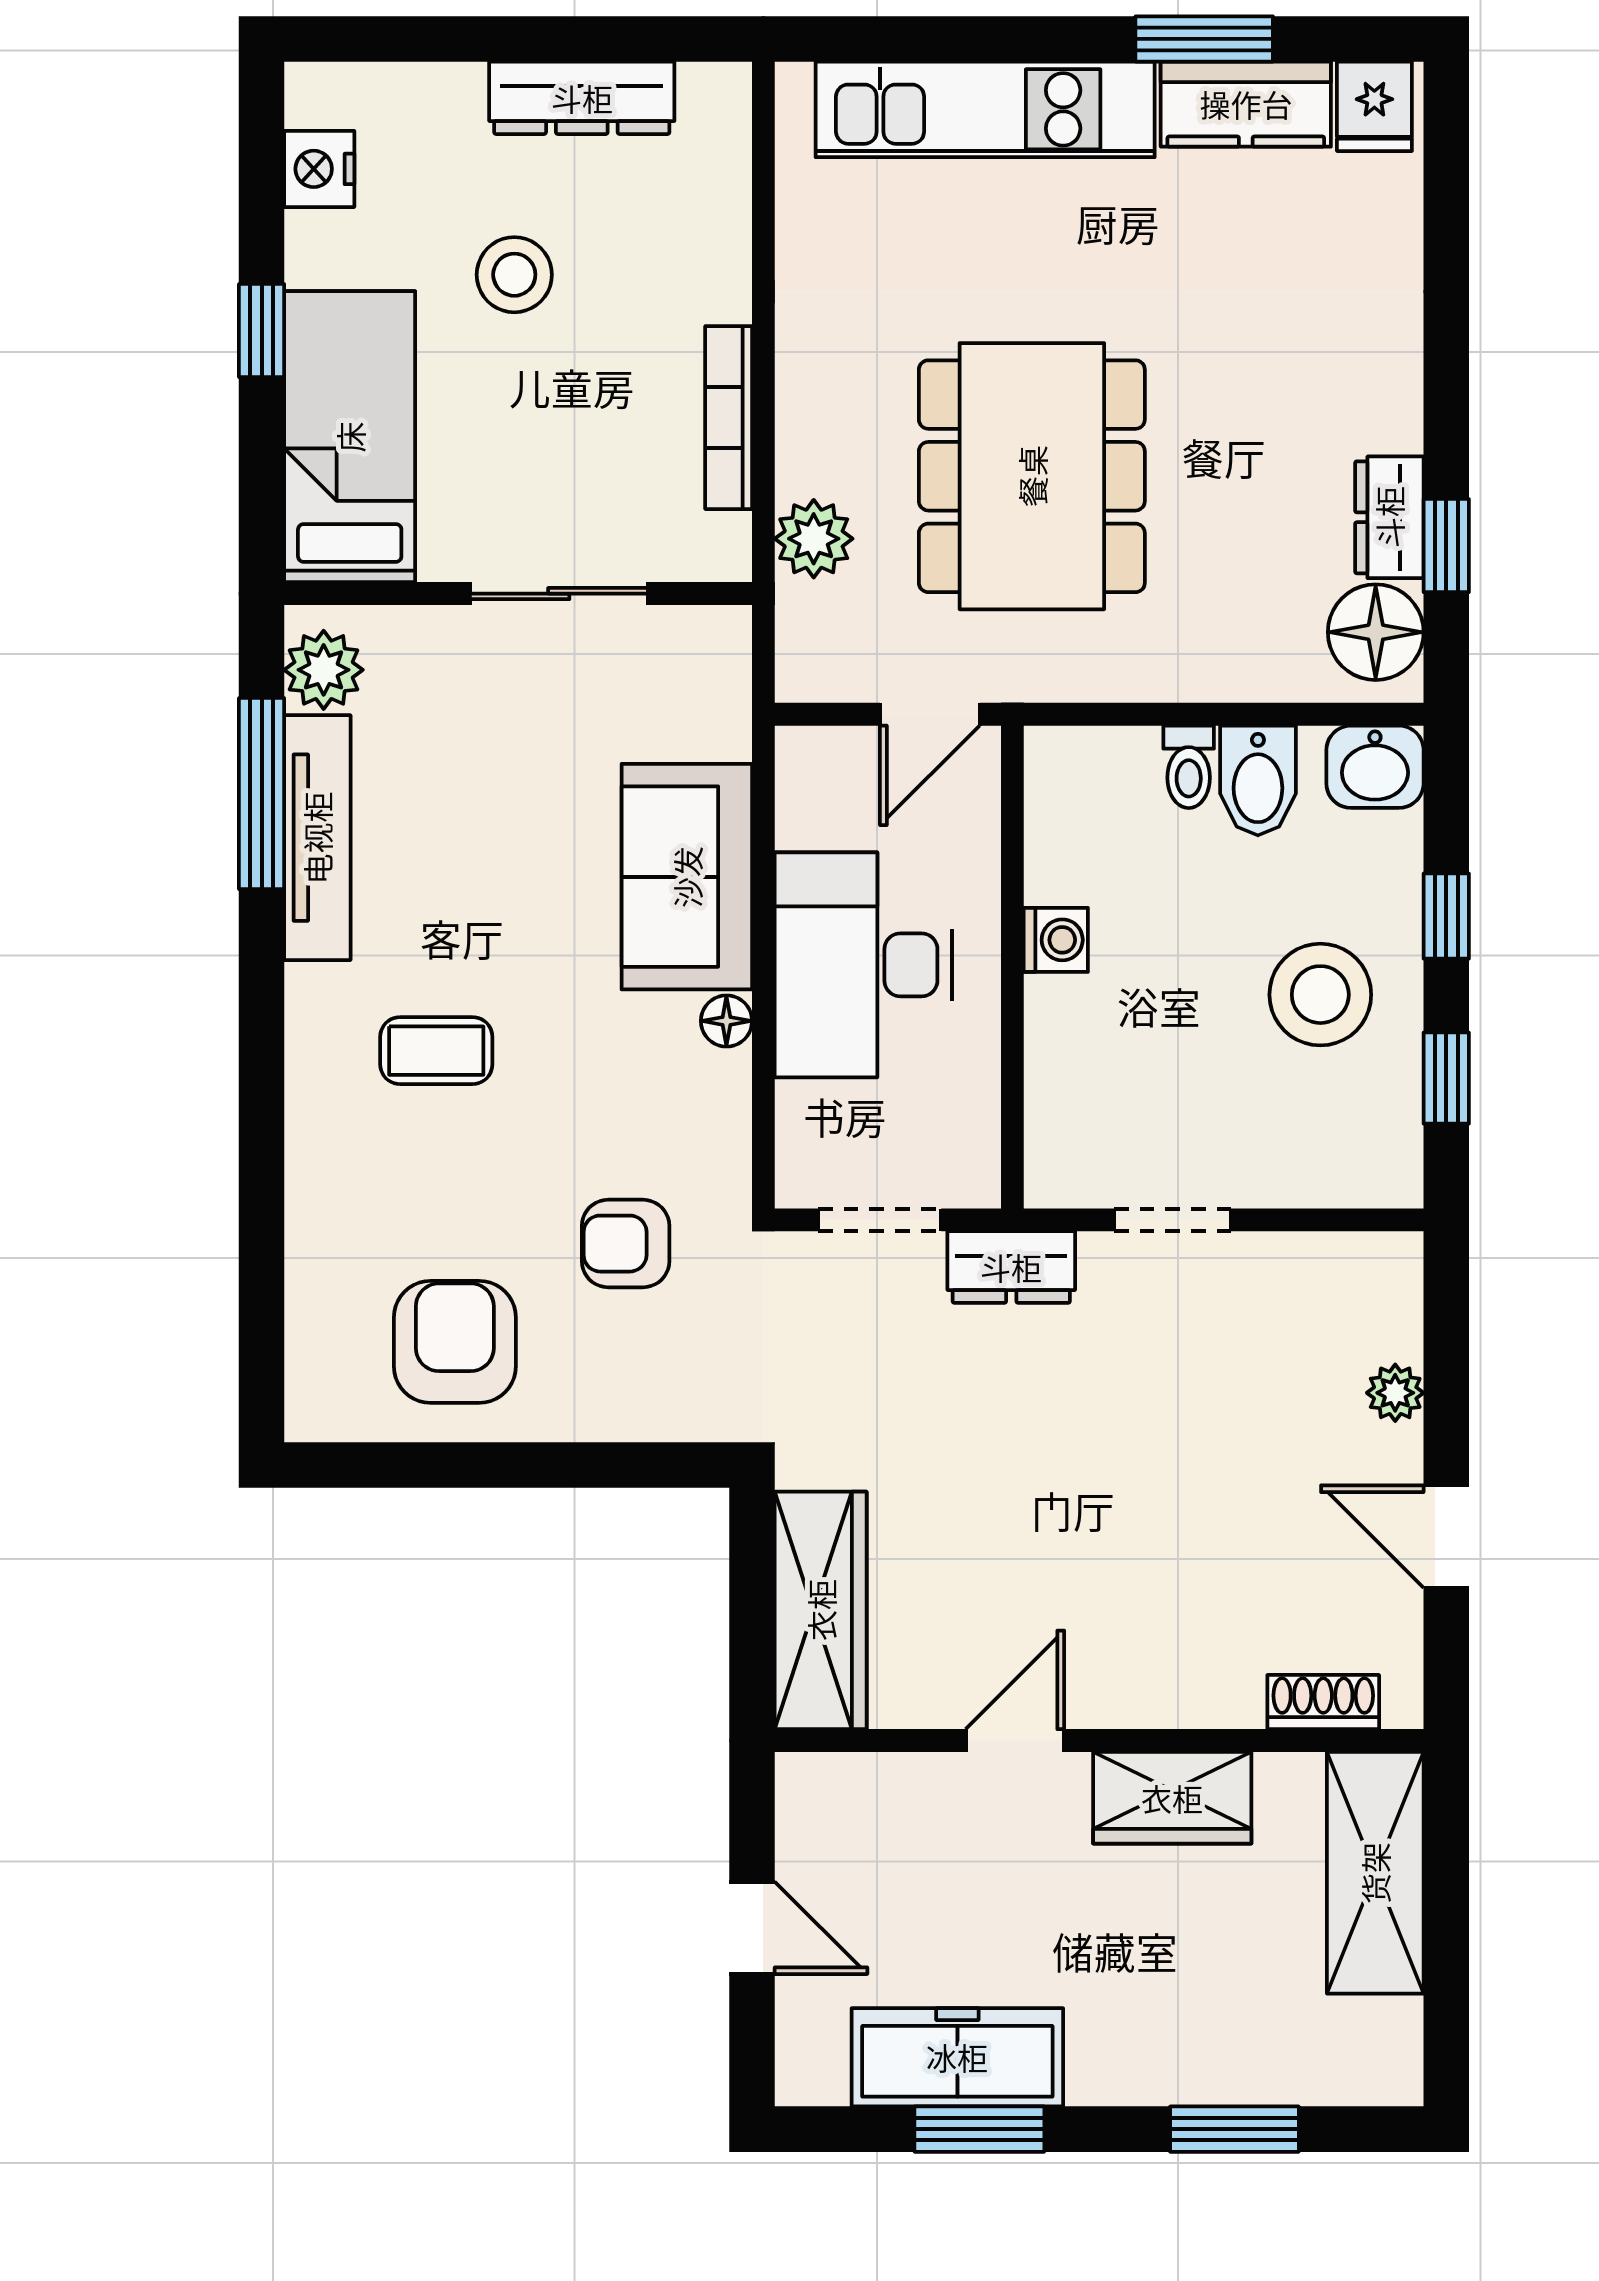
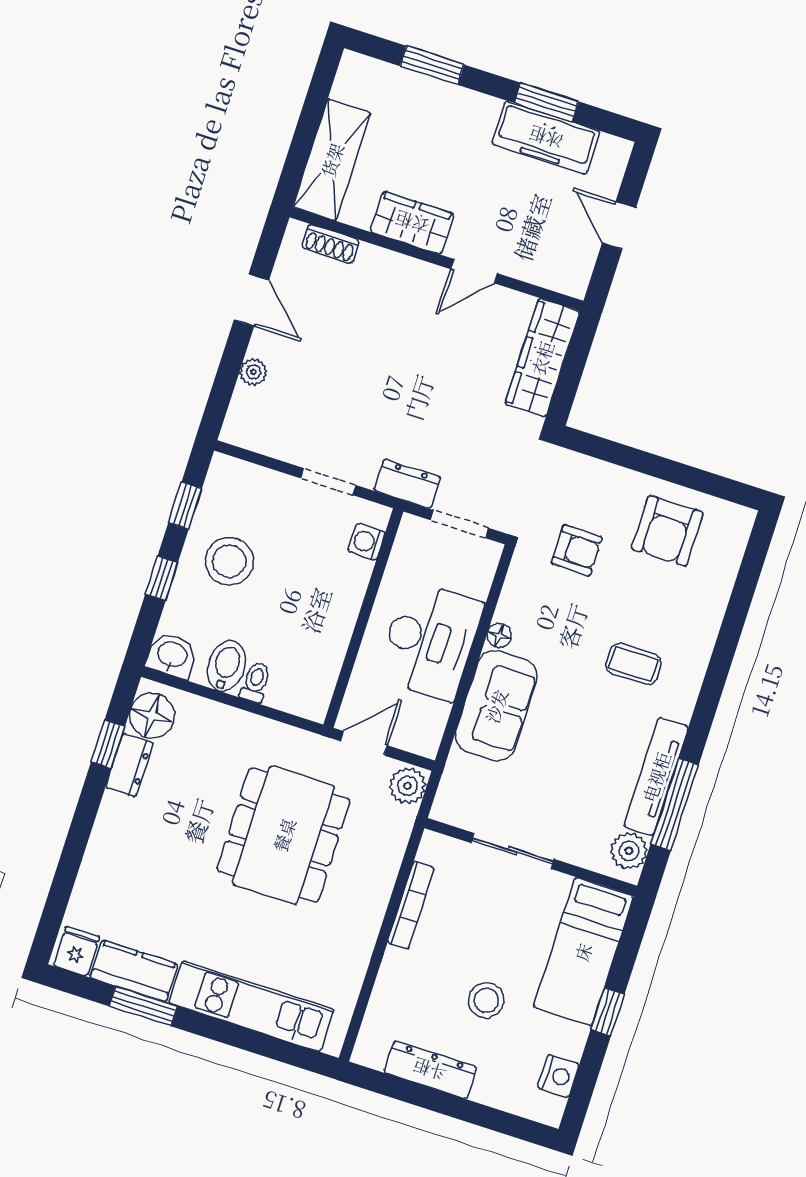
plant: (814, 539) -> (407, 786), moved
washing machine: (1056, 940) -> (366, 542), moved

